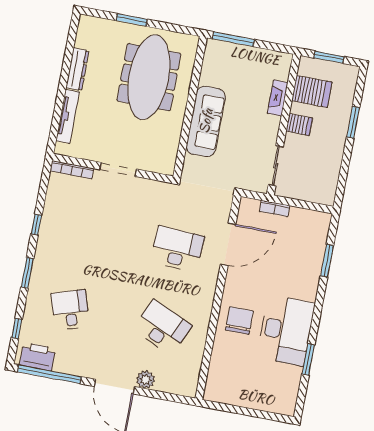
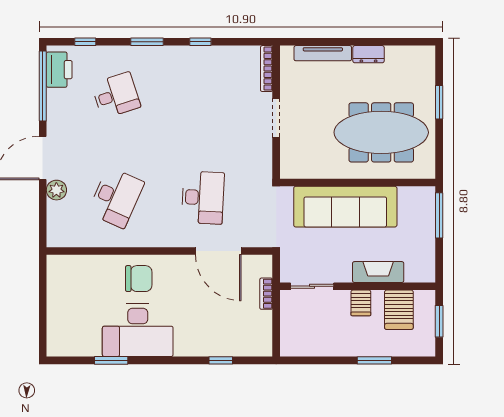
dresser: (77, 69) -> (368, 54), width x0.70
fireplace: (278, 98) -> (378, 272), width x1.37, depth x1.32
sofa: (206, 121) -> (345, 207), width x1.36, depth x1.27
window: (327, 261) -> (221, 360), width x0.67

